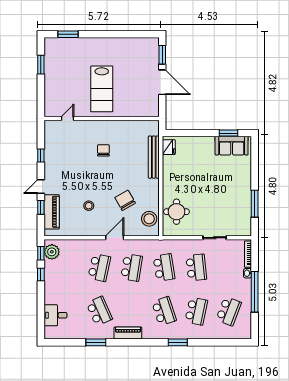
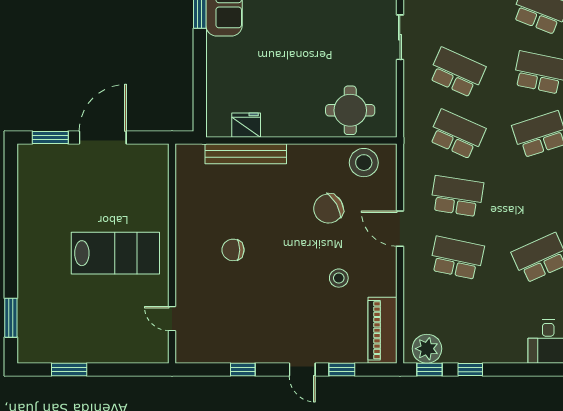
fridge: (169, 147) -> (246, 125), moved
piano: (52, 212) -> (383, 330), moved, turned -90
school desk: (164, 267) -> (457, 134), turned 33
school desk: (196, 267) -> (457, 72), turned 30

